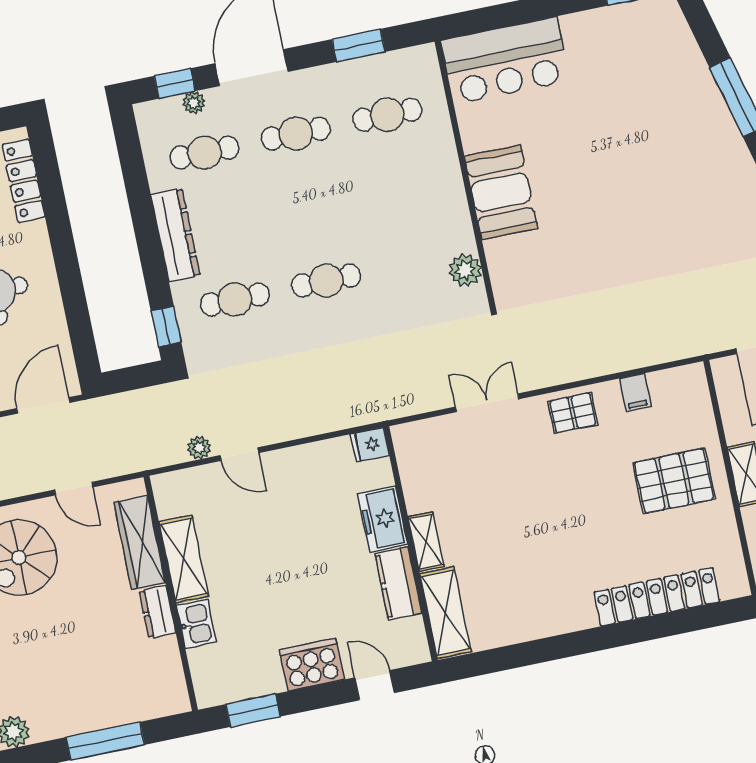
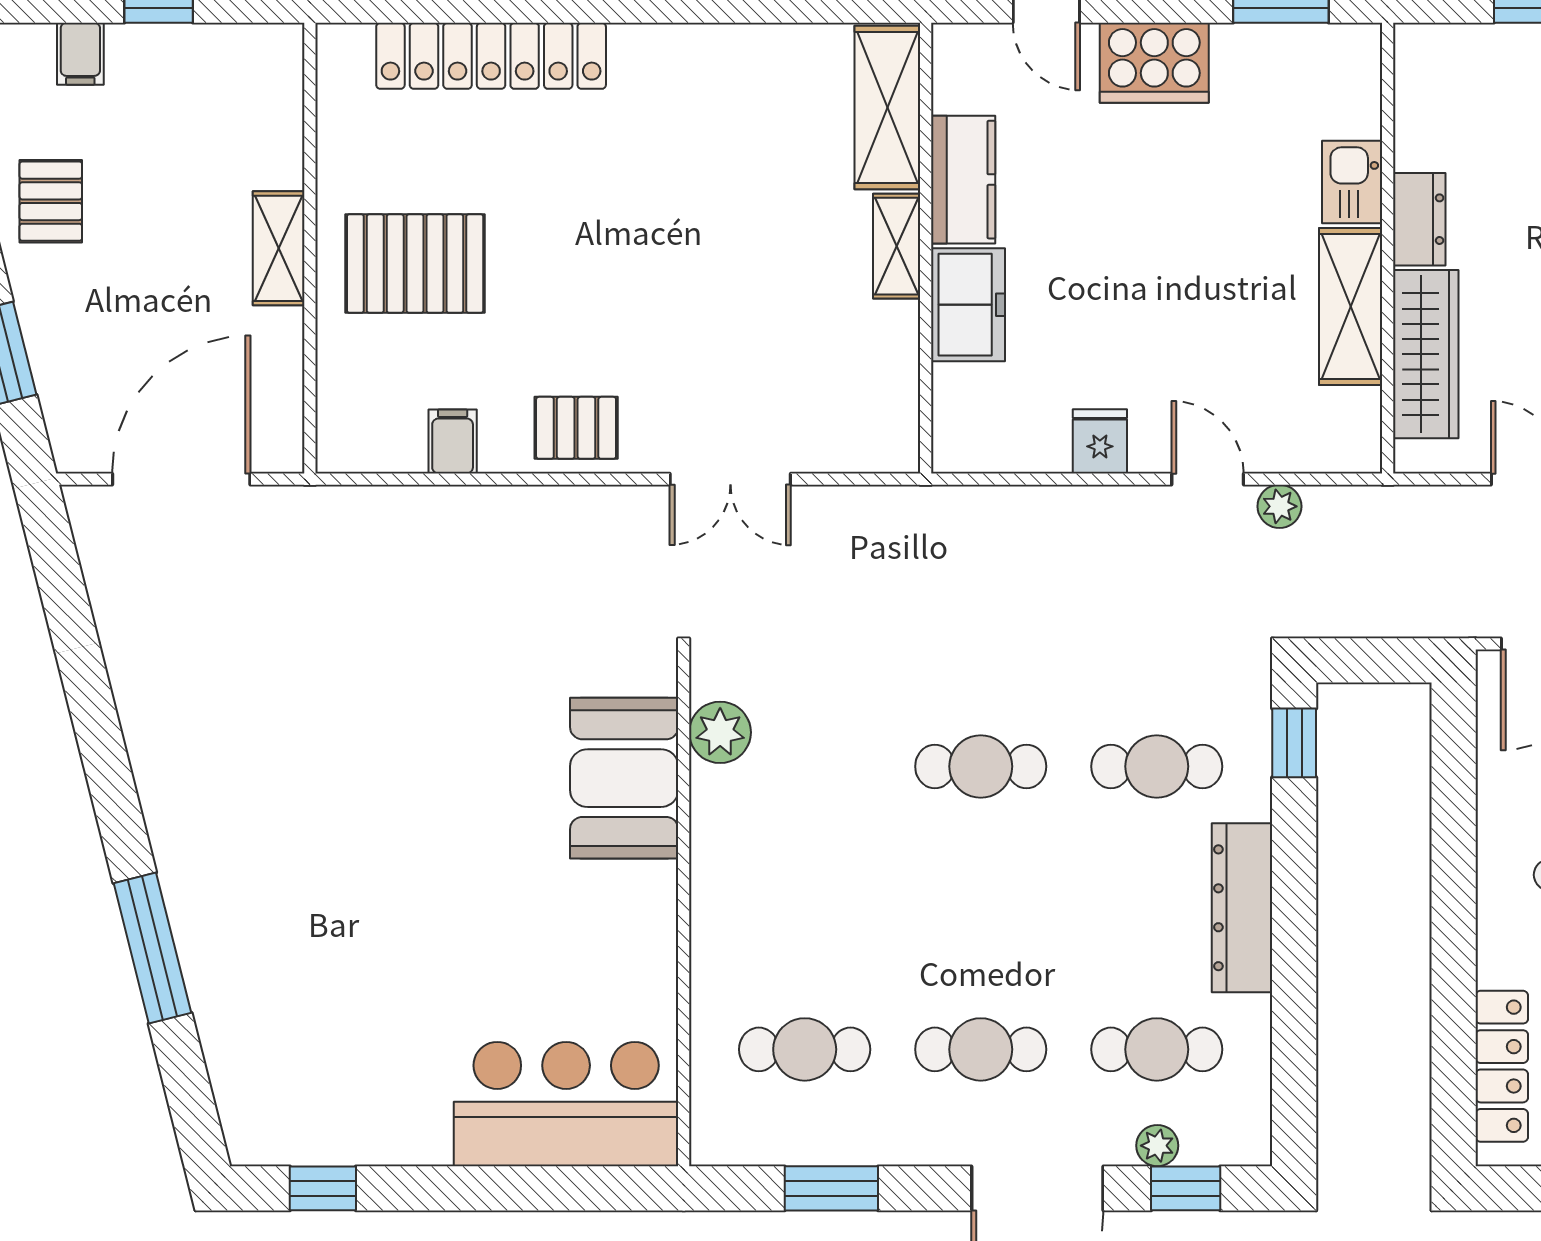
booth: (501, 192) -> (624, 778), moved
fridge: (370, 445) -> (1100, 441), moved, turned -90

